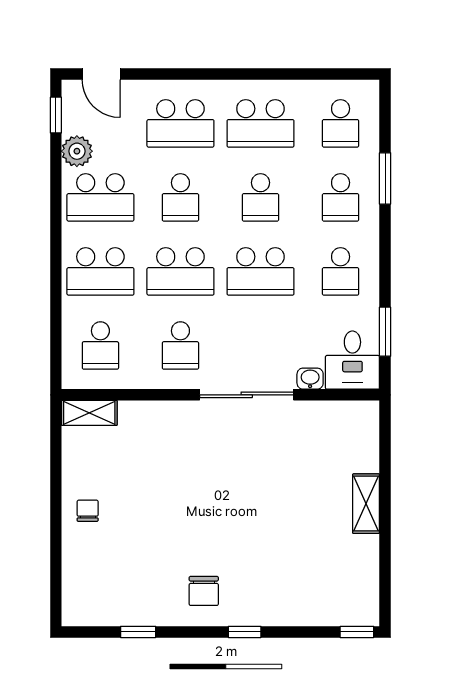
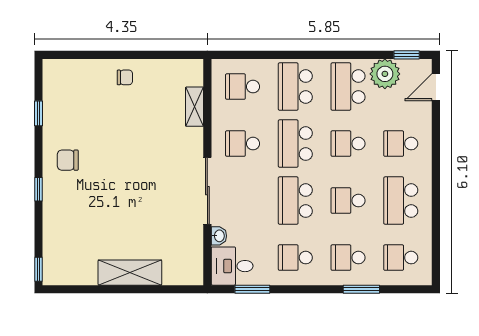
school desk: (180, 123) -> (401, 144), width x0.54
plant: (77, 151) -> (385, 74), width x1.36, depth x1.36
shelving: (89, 413) -> (194, 107), moved
shelving: (366, 504) -> (130, 273), width x1.50, depth x1.33

